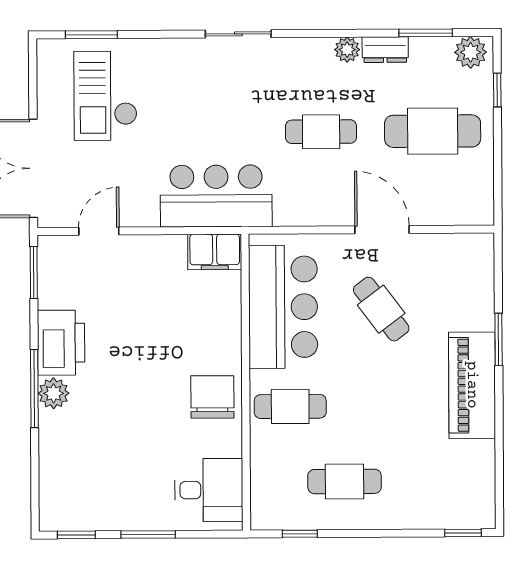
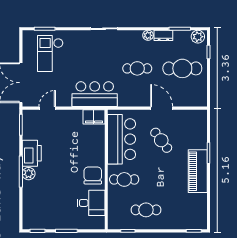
desk: (209, 490) -> (91, 203), moved

